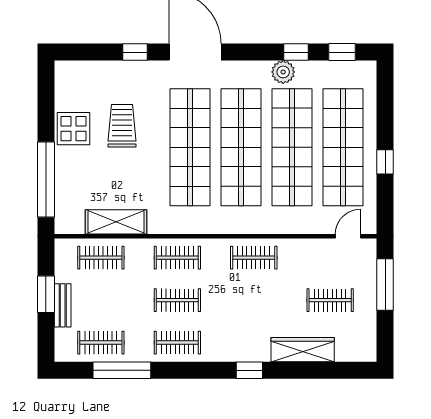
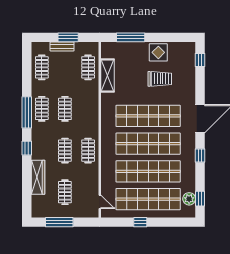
window: (135, 52) -> (200, 60), moved
window: (296, 52) -> (200, 155), moved
plant: (283, 72) -> (189, 199), moved
window: (46, 179) -> (131, 37), width x0.68
clothes rail: (177, 258) -> (65, 151), moved
window: (385, 284) -> (59, 222), moved
window: (122, 370) -> (27, 112), moved

